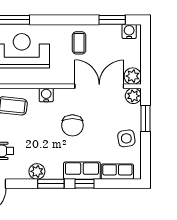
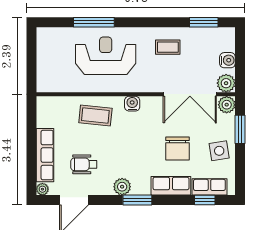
water cooler: (129, 31) -> (227, 60), moved, turned 90
coffee table: (79, 43) -> (168, 47), turned 90
double door: (99, 86) -> (190, 94), swing flipped
chair: (72, 125) -> (177, 149), moved
window: (84, 184) -> (205, 200), moved

